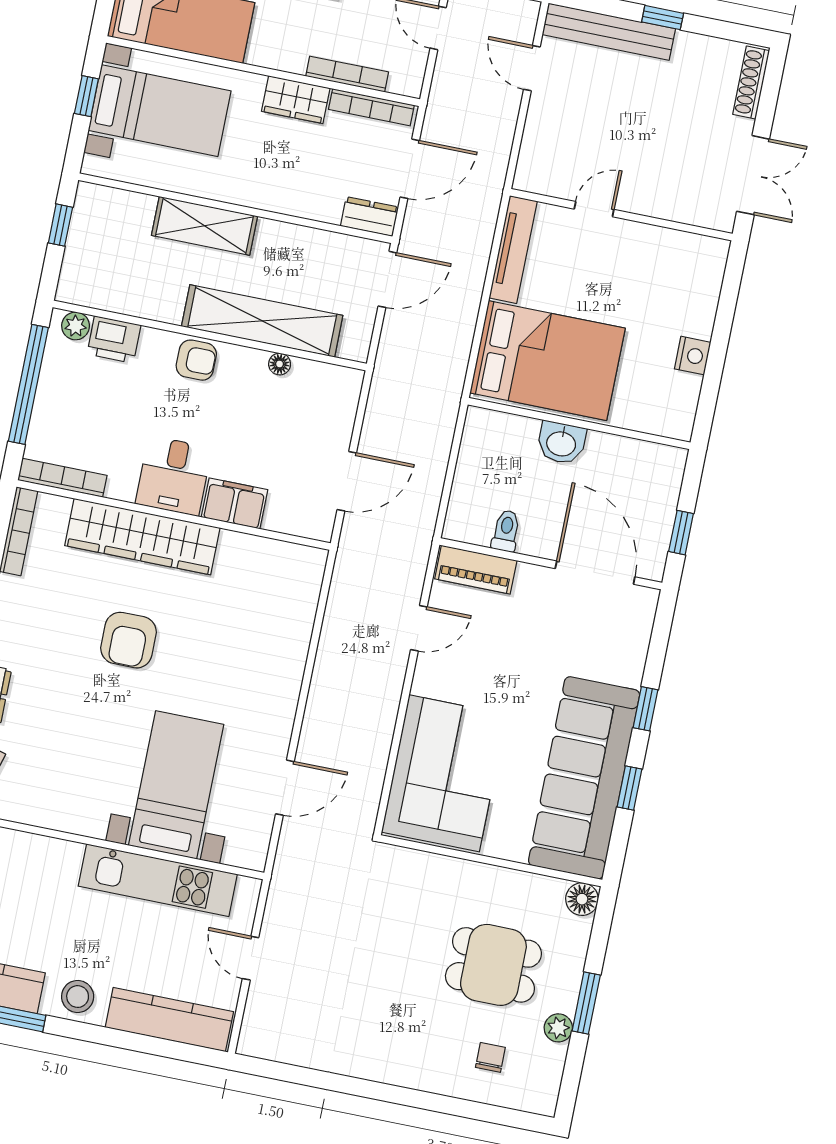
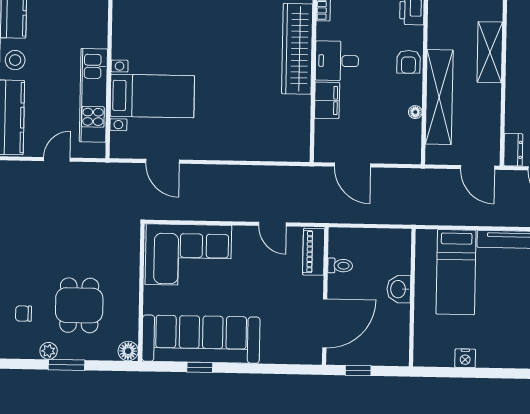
bed: (548, 361) -> (456, 272), width x0.67
armchair: (129, 640) -> (234, 52), removed
window: (646, 709) -> (249, 368), removed
chair: (490, 1057) -> (24, 314), turned 180

